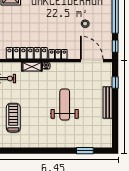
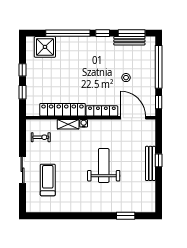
locker: (58, 54) -> (102, 111), width x1.53
window: (115, 82) -> (159, 160), moved

